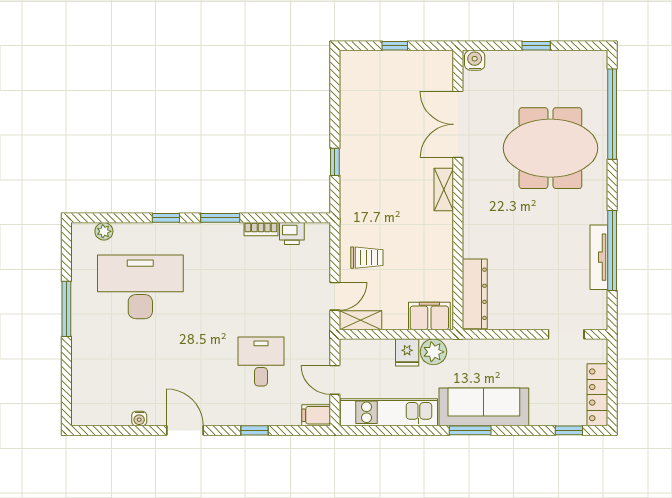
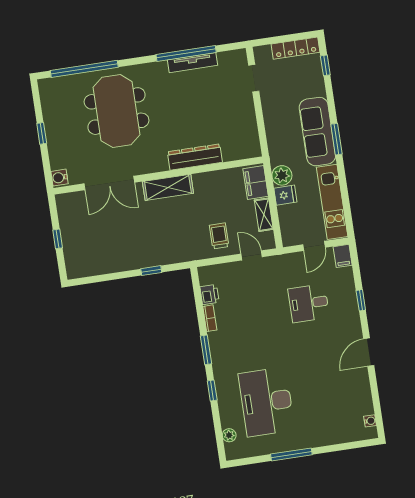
shelving: (444, 190) -> (168, 187), width x1.50, depth x1.33
dresser: (475, 294) -> (195, 157), moved
shelving: (360, 320) -> (264, 215), moved
water cooler: (139, 419) -> (370, 421), moved

